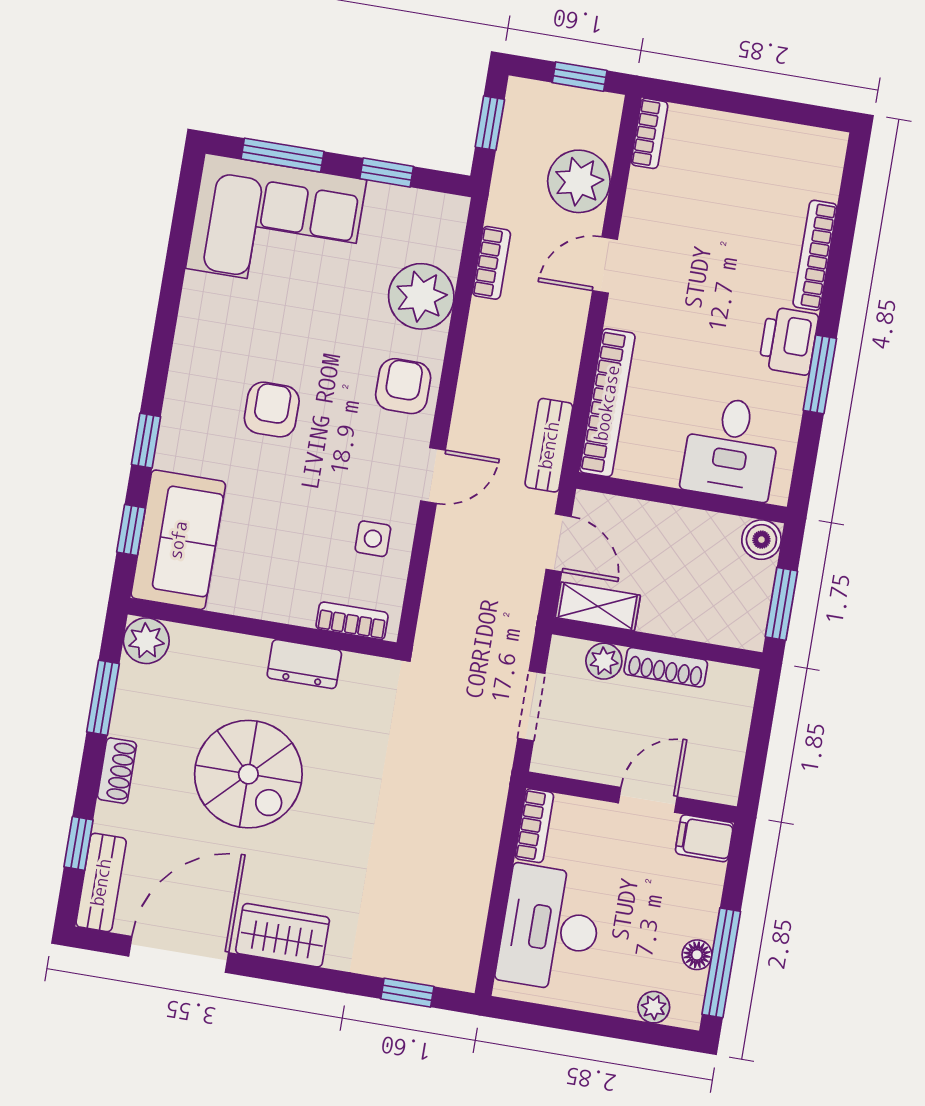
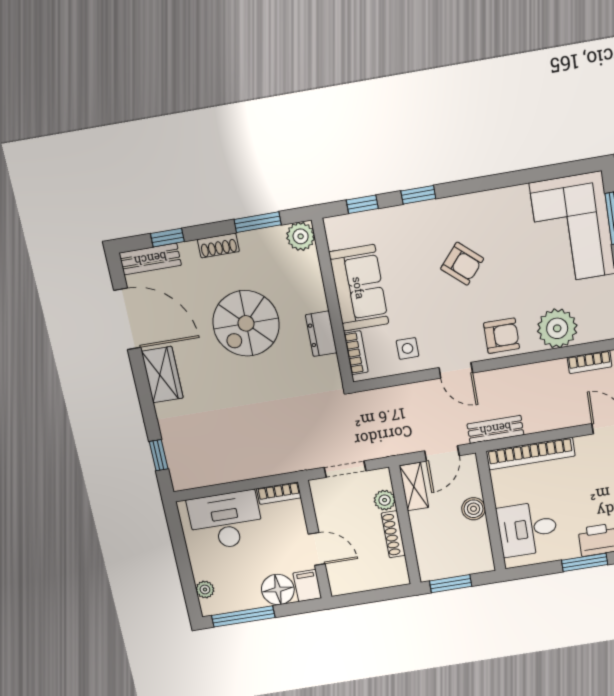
armchair: (272, 410) -> (462, 264), turned 41
sofa: (178, 540) -> (359, 288), moved, turned -90
boiler: (761, 540) -> (473, 509), moved
floor lamp: (697, 955) -> (278, 590), moved, width x1.89, depth x1.89

